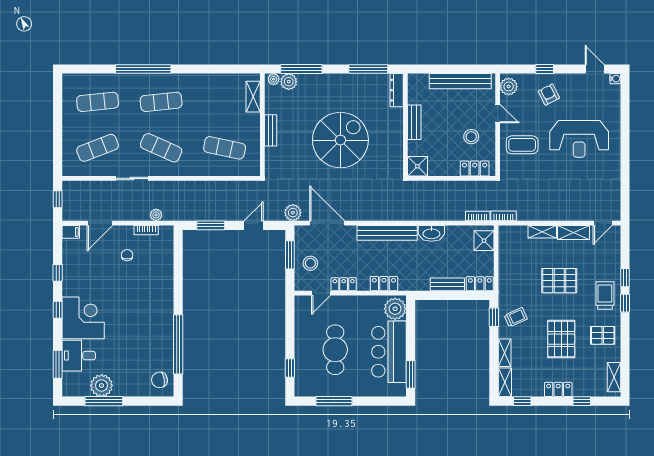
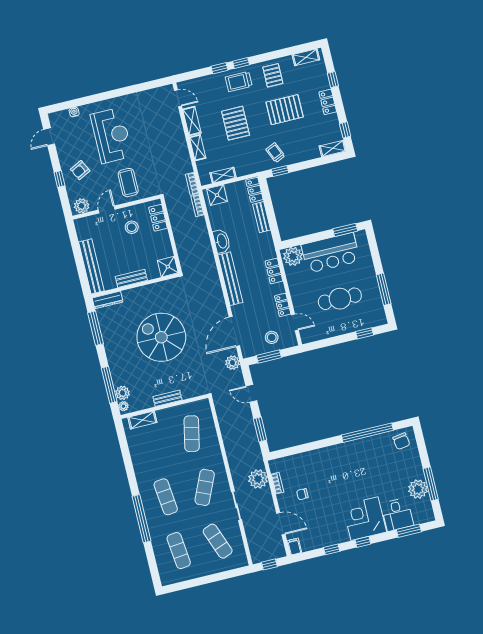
water cooler: (615, 79) -> (74, 112), moved
bench: (460, 81) -> (91, 266), moved
plant: (156, 215) -> (258, 479), width x1.88, depth x1.88
shelving: (505, 353) -> (223, 175), moved

